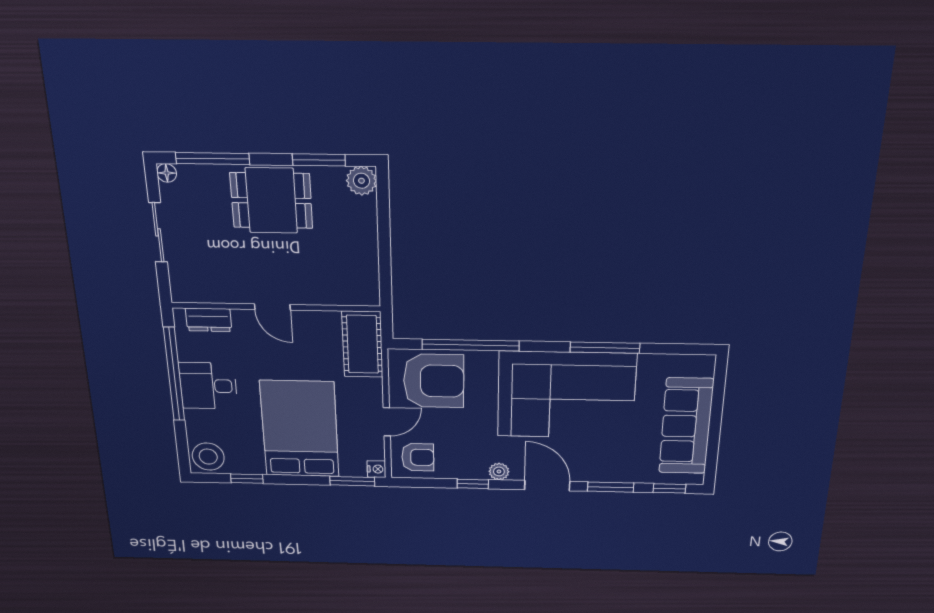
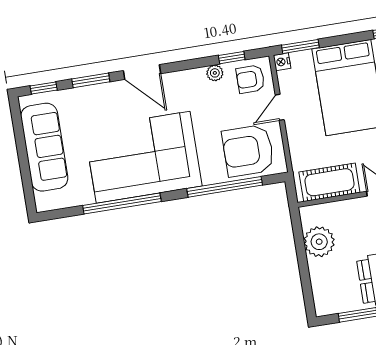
plant: (361, 181) -> (319, 242), moved, width x1.36, depth x1.36
cot: (362, 344) -> (329, 182), moved, turned 90
window: (605, 348) -> (122, 203), width x1.46
plant: (499, 471) -> (215, 73), moved
window: (473, 484) -> (232, 58), moved

